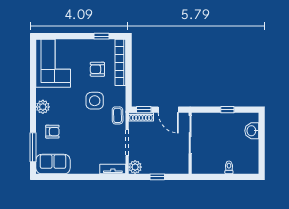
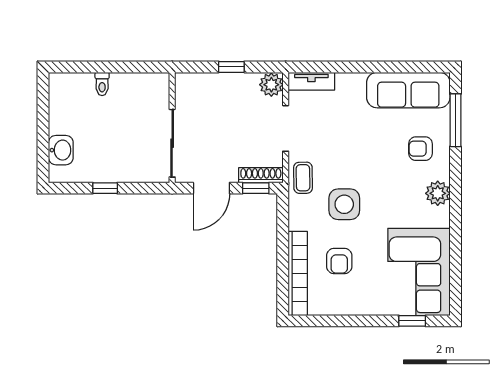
window: (102, 36) -> (412, 321), moved
armchair: (97, 69) -> (339, 261), turned 90
door: (168, 110) -> (211, 188), swing flipped
sofa: (53, 164) -> (408, 90), width x1.36

